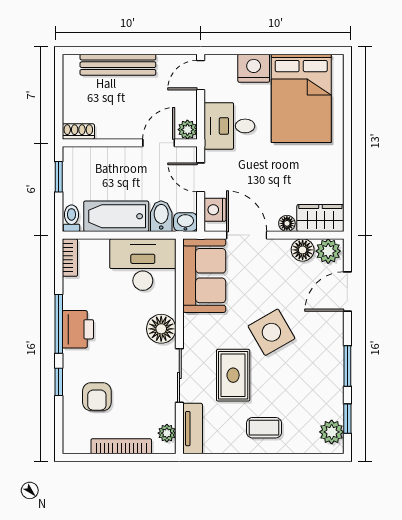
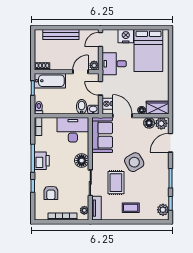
bathtub: (116, 216) -> (50, 81), moved, turned 180

